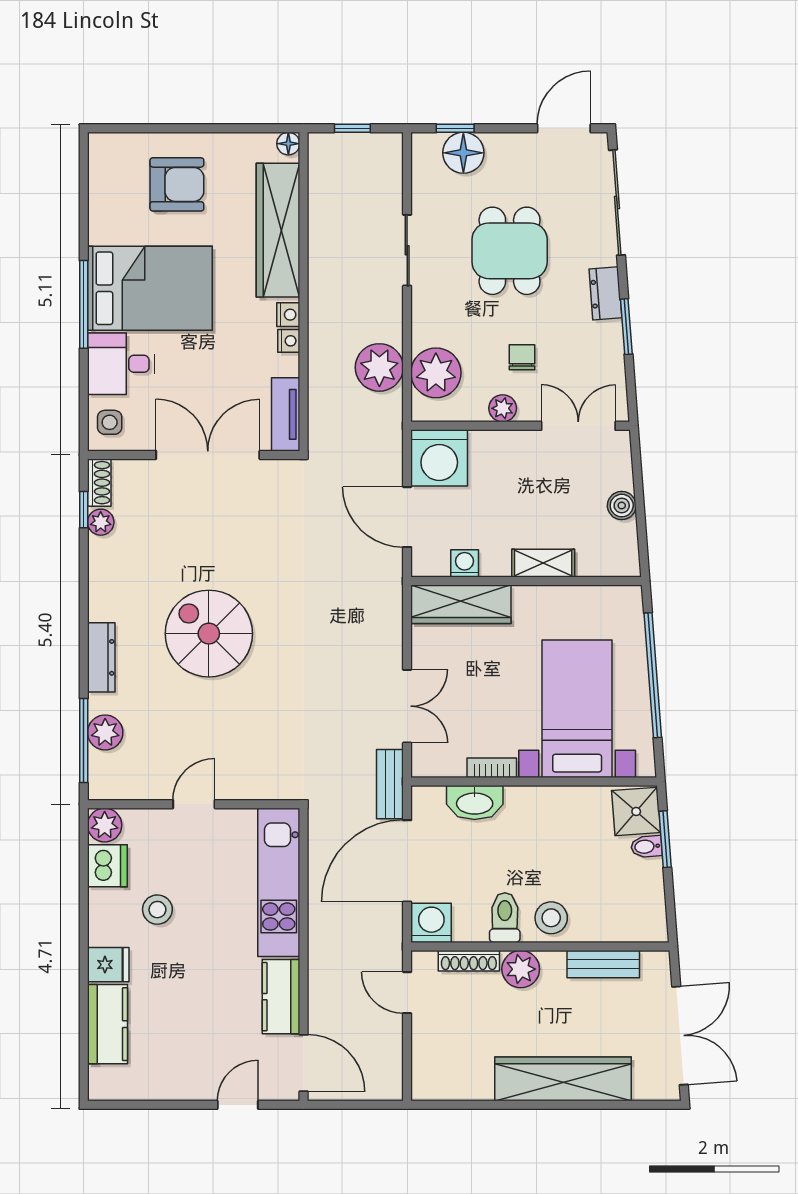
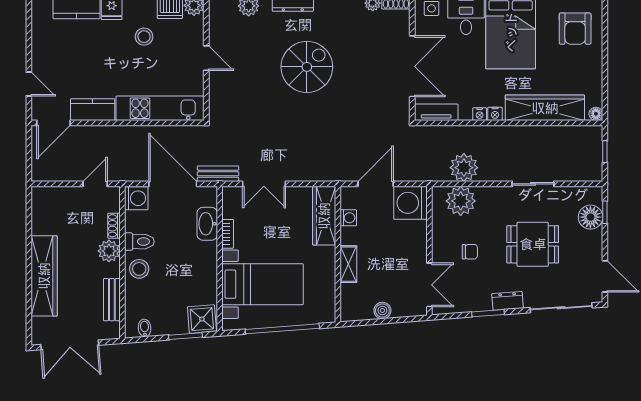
armchair: (177, 184) -> (575, 29), moved
plant: (503, 408) -> (440, 240), removed
bidet: (647, 847) -> (145, 328), moved
shoe rack: (469, 961) -> (114, 226), width x0.70

